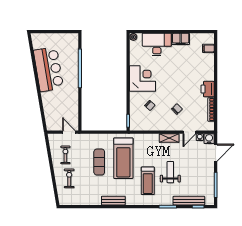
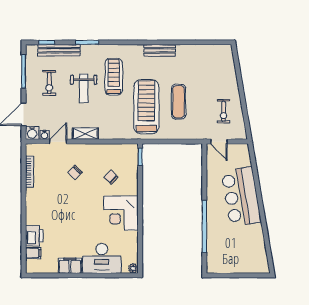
bar counter: (48, 69) -> (241, 197), moved
printer: (208, 89) -> (34, 236), moved
exercise bike: (69, 178) -> (49, 83), moved

